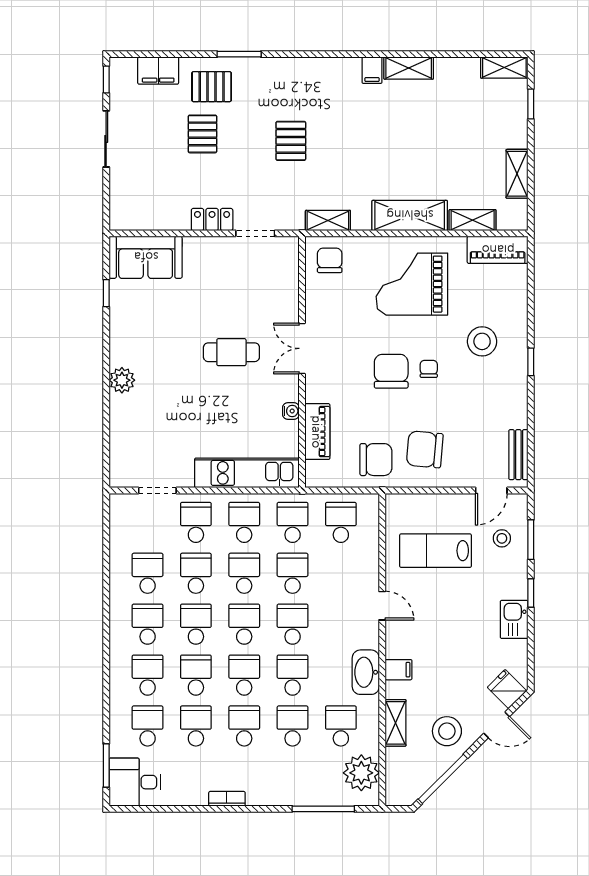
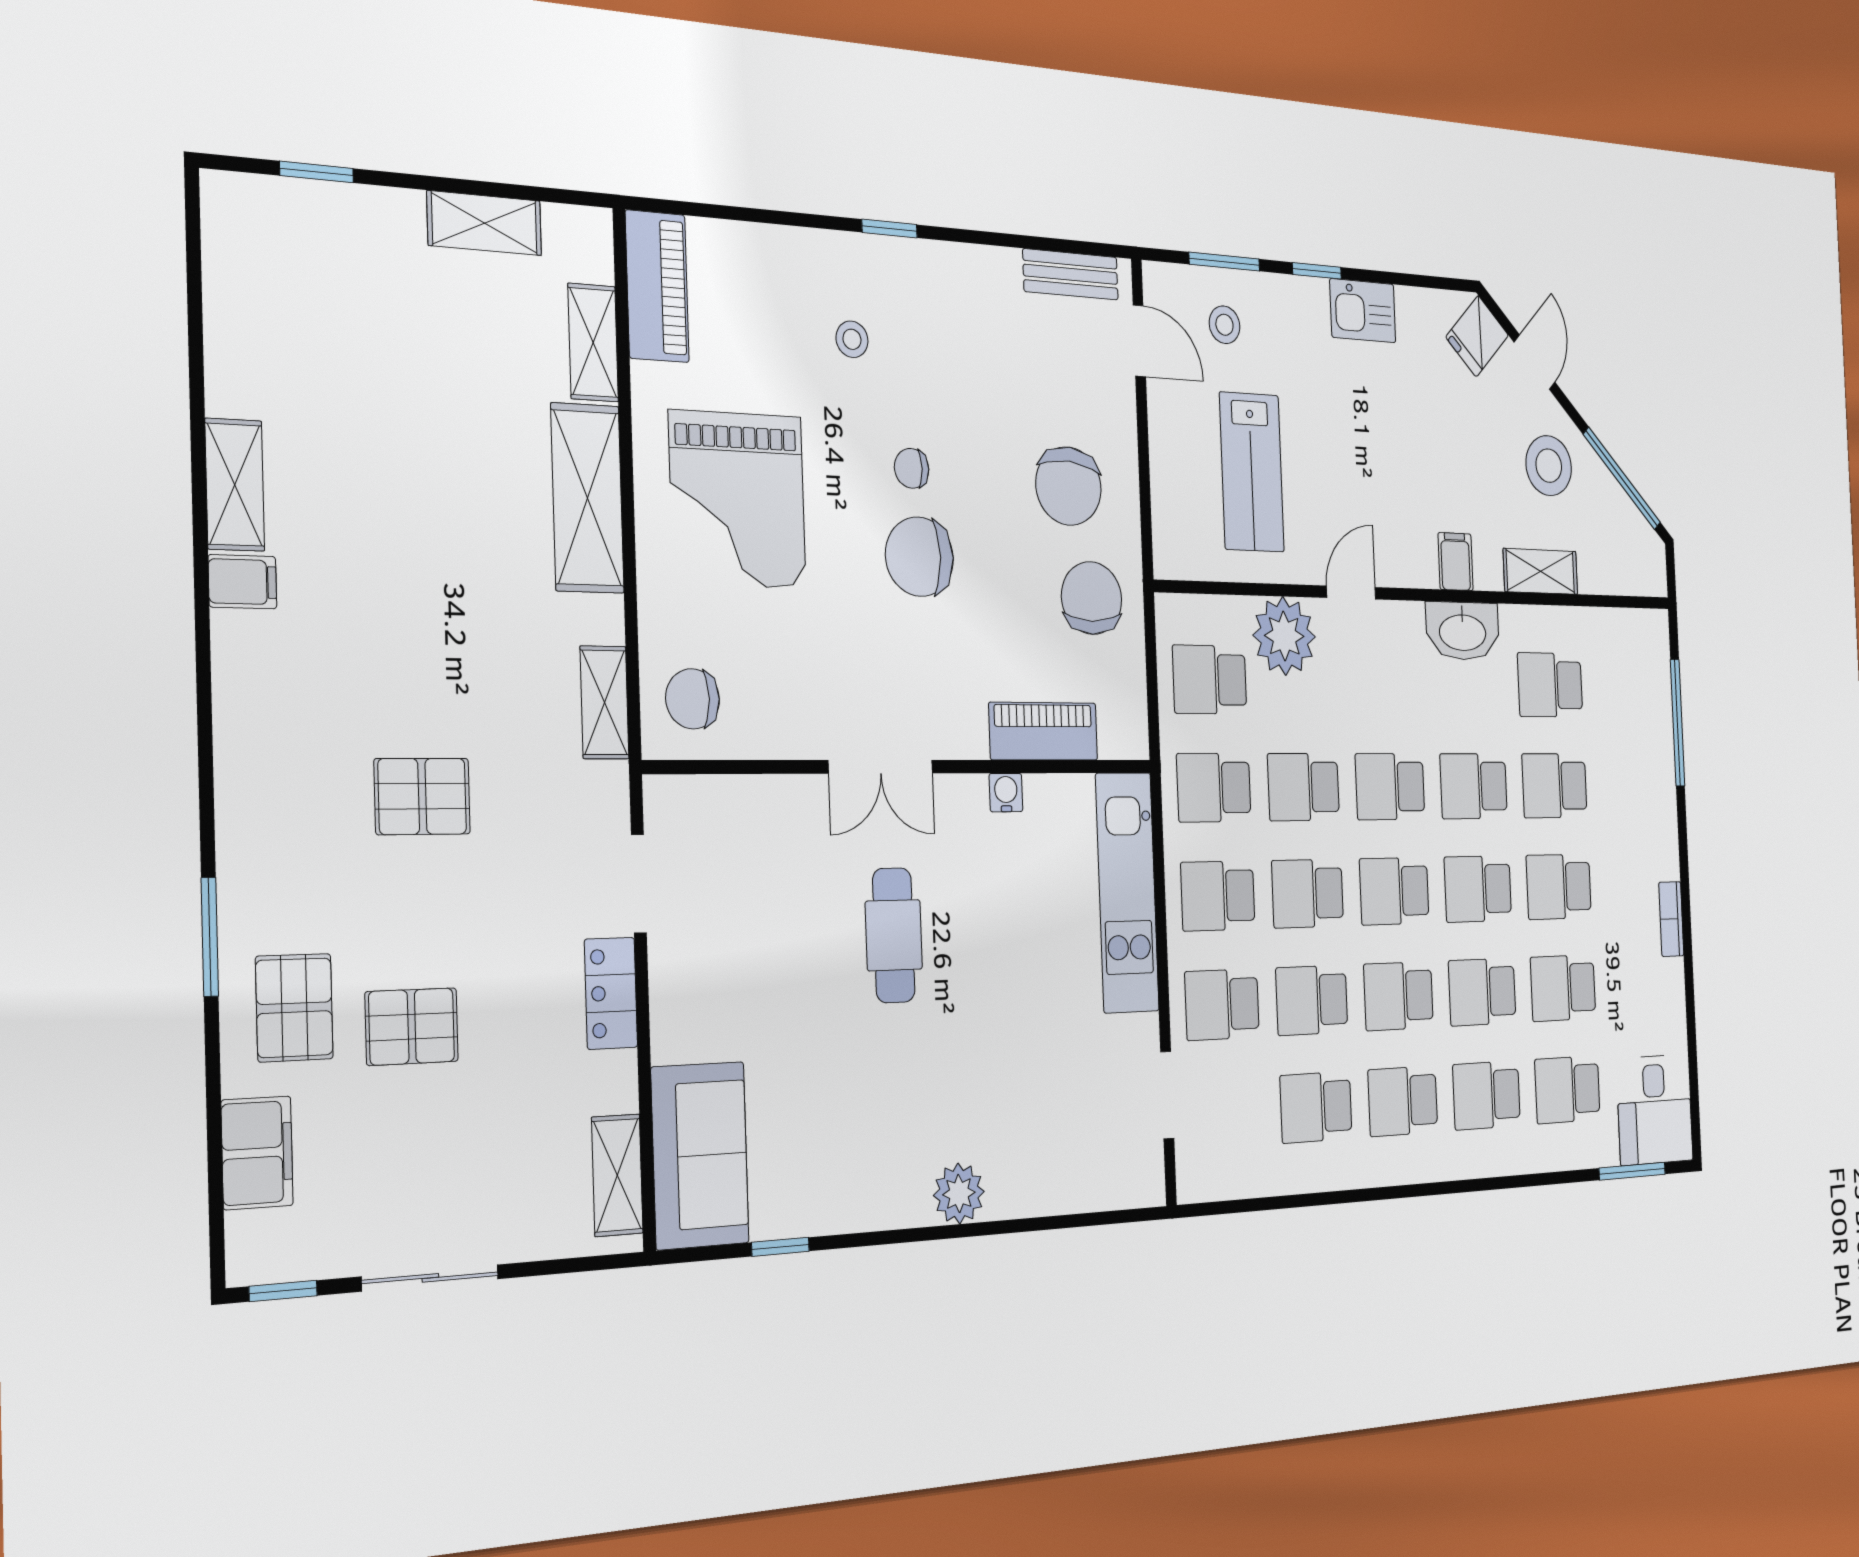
shelving: (504, 68) -> (617, 1175), moved
stool: (482, 341) -> (852, 339), width x0.53, depth x0.53
plant: (361, 773) -> (1284, 636), moved

